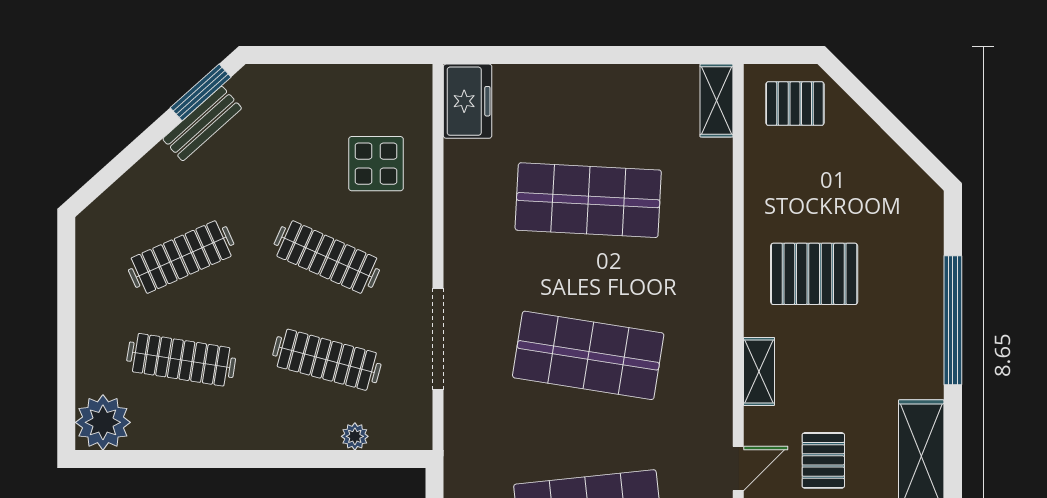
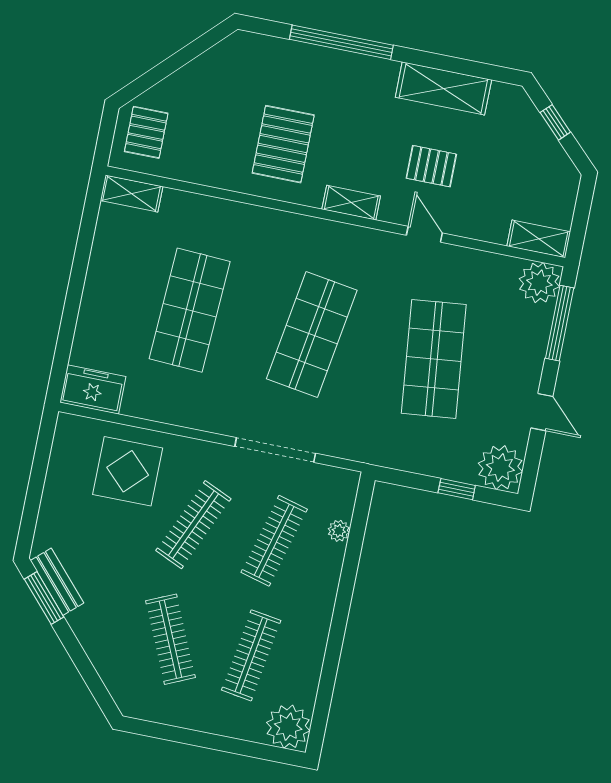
bench: (202, 124) -> (57, 582), moved
display table: (376, 164) -> (128, 471), width x1.36, depth x1.36

